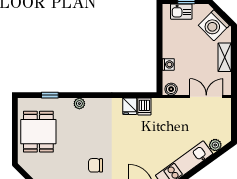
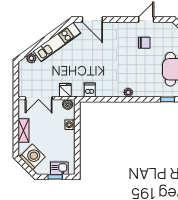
plant: (79, 104) -> (128, 92), moved
fridge: (130, 106) -> (65, 90), moved
chair: (95, 165) -> (144, 43), moved

